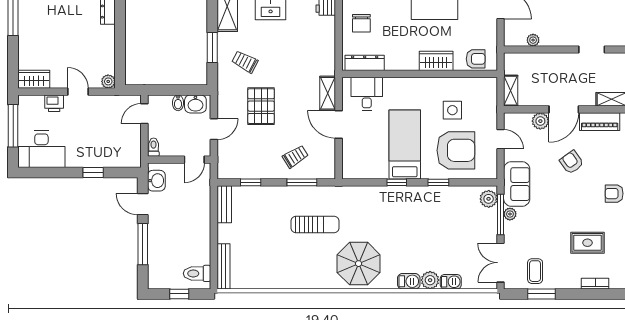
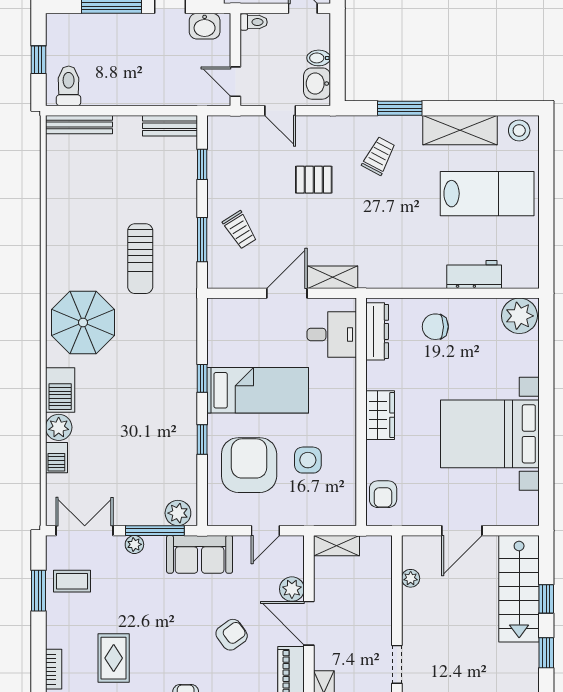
wardrobe: (436, 61) -> (380, 415), moved
pallet: (261, 106) -> (314, 180), width x0.67, depth x0.71
armchair: (456, 150) -> (249, 465), turned 180
plant: (510, 214) -> (134, 544), moved
barbecue: (409, 281) -> (60, 390), width x1.38, depth x1.27

